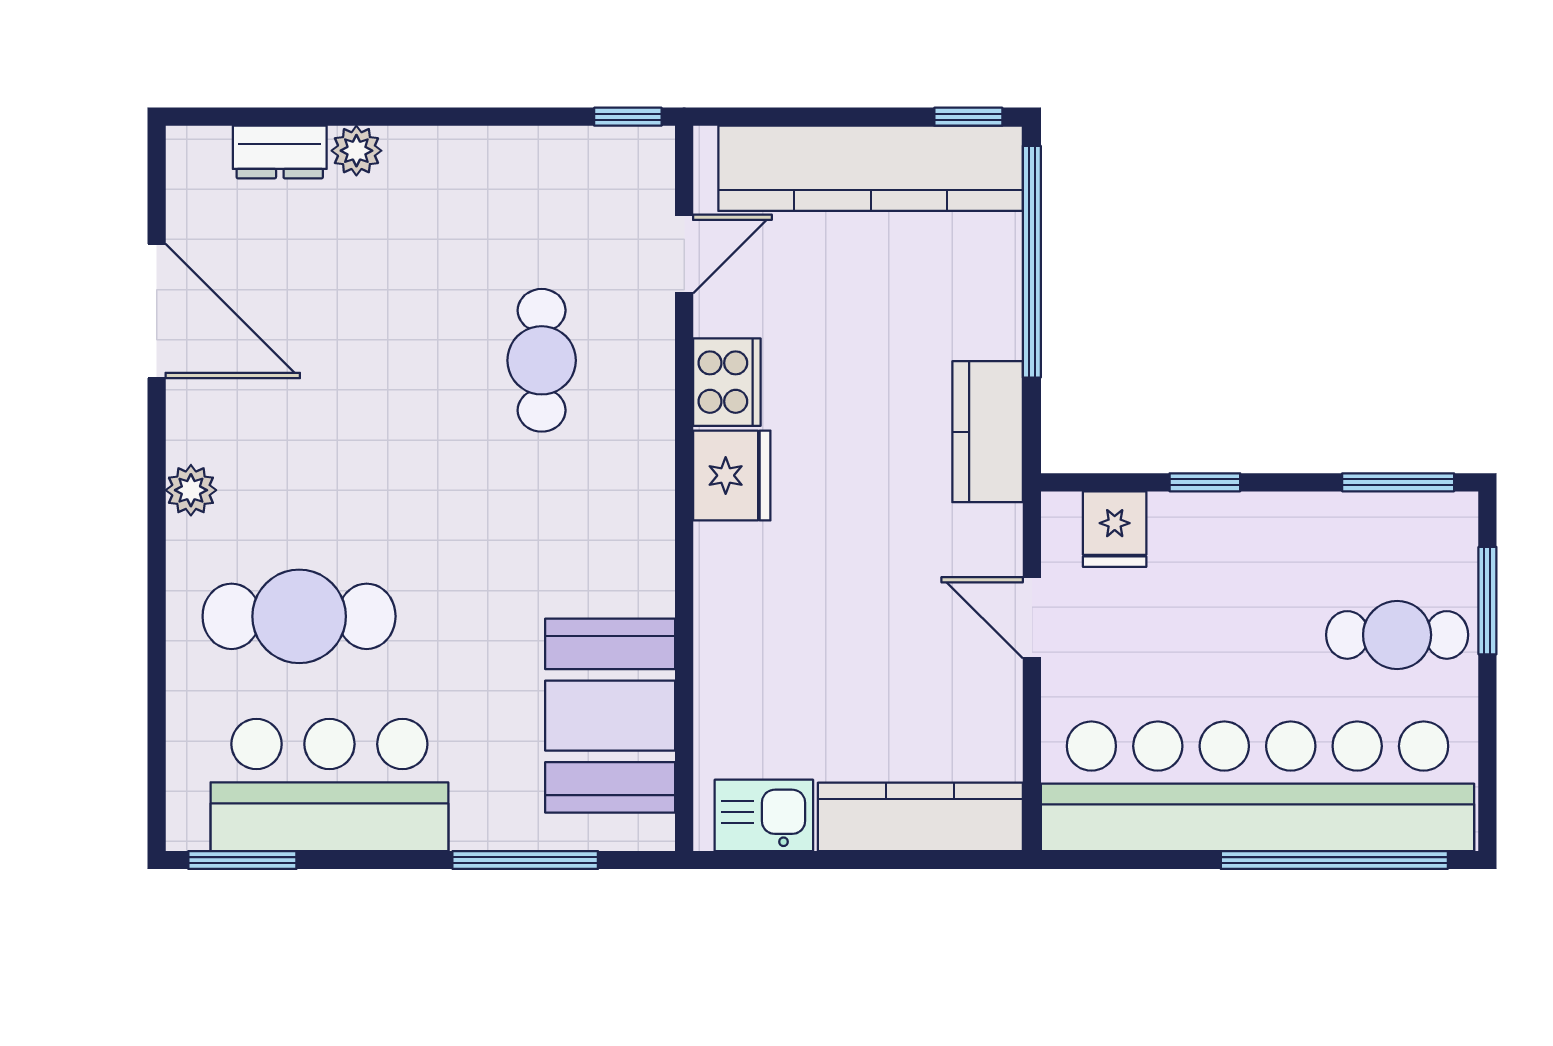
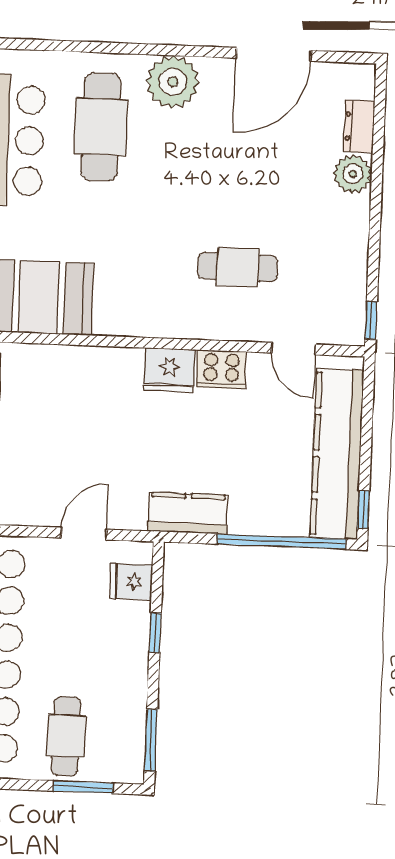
plant: (356, 151) -> (353, 174), width x1.38, depth x1.38
plant: (191, 490) -> (173, 82), width x1.88, depth x1.88

